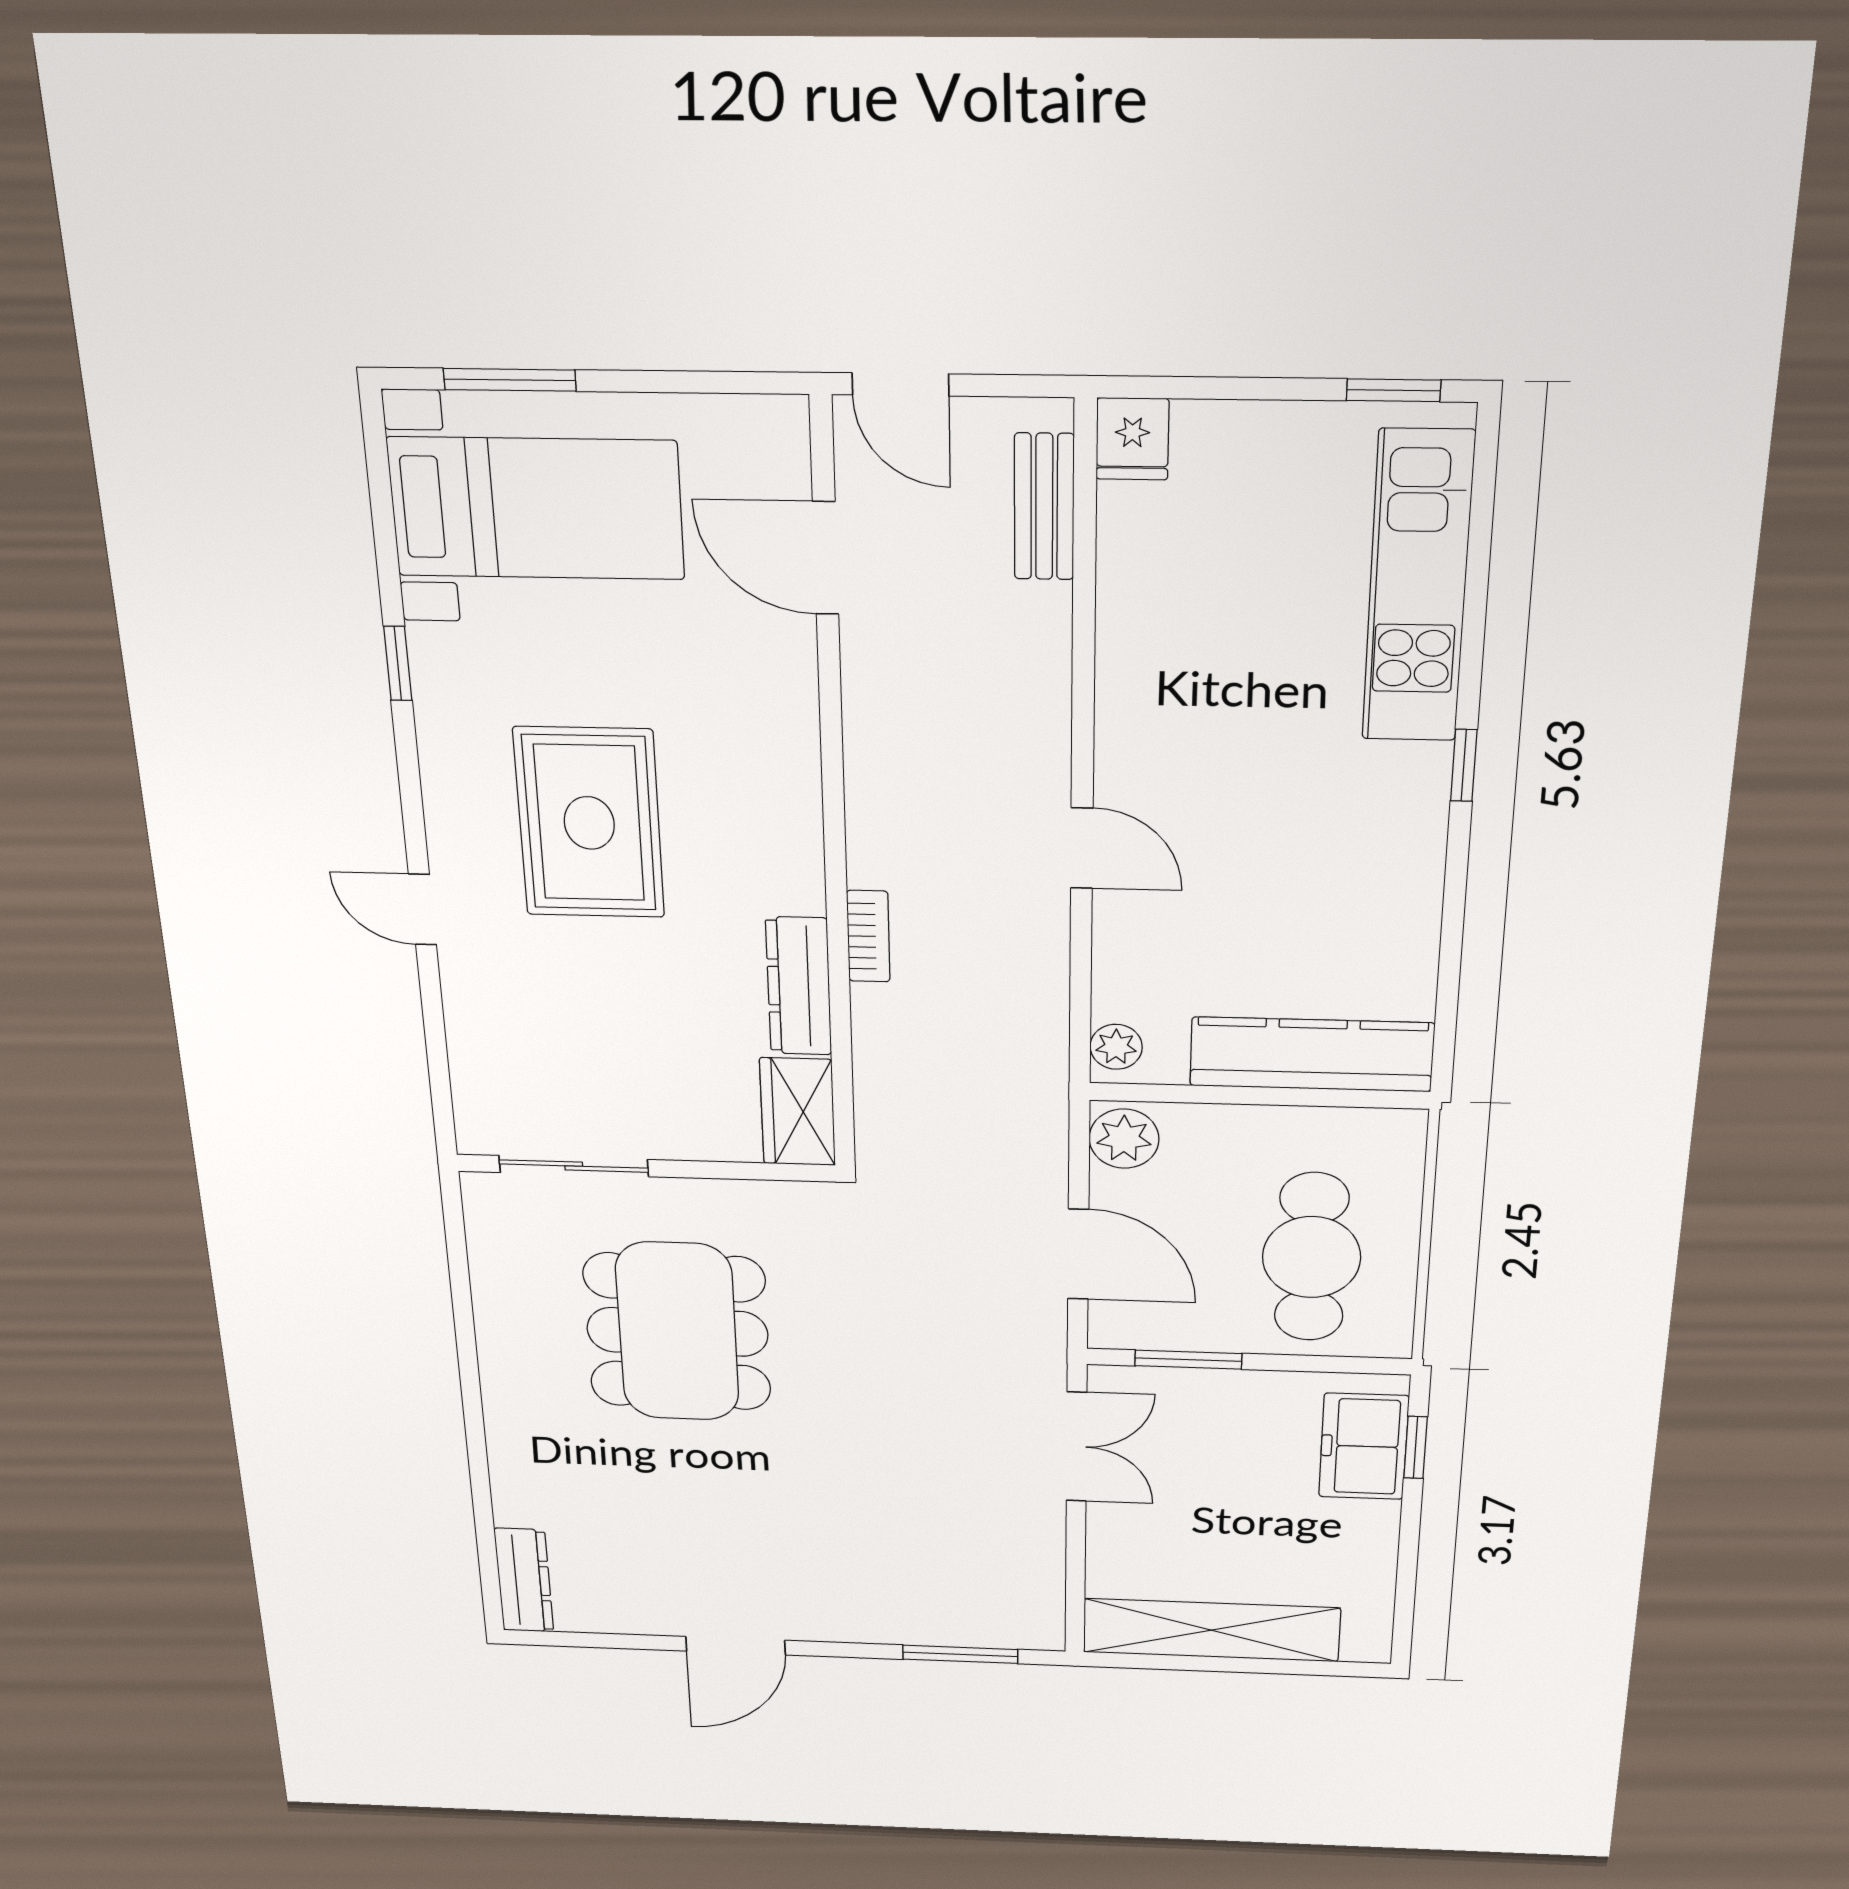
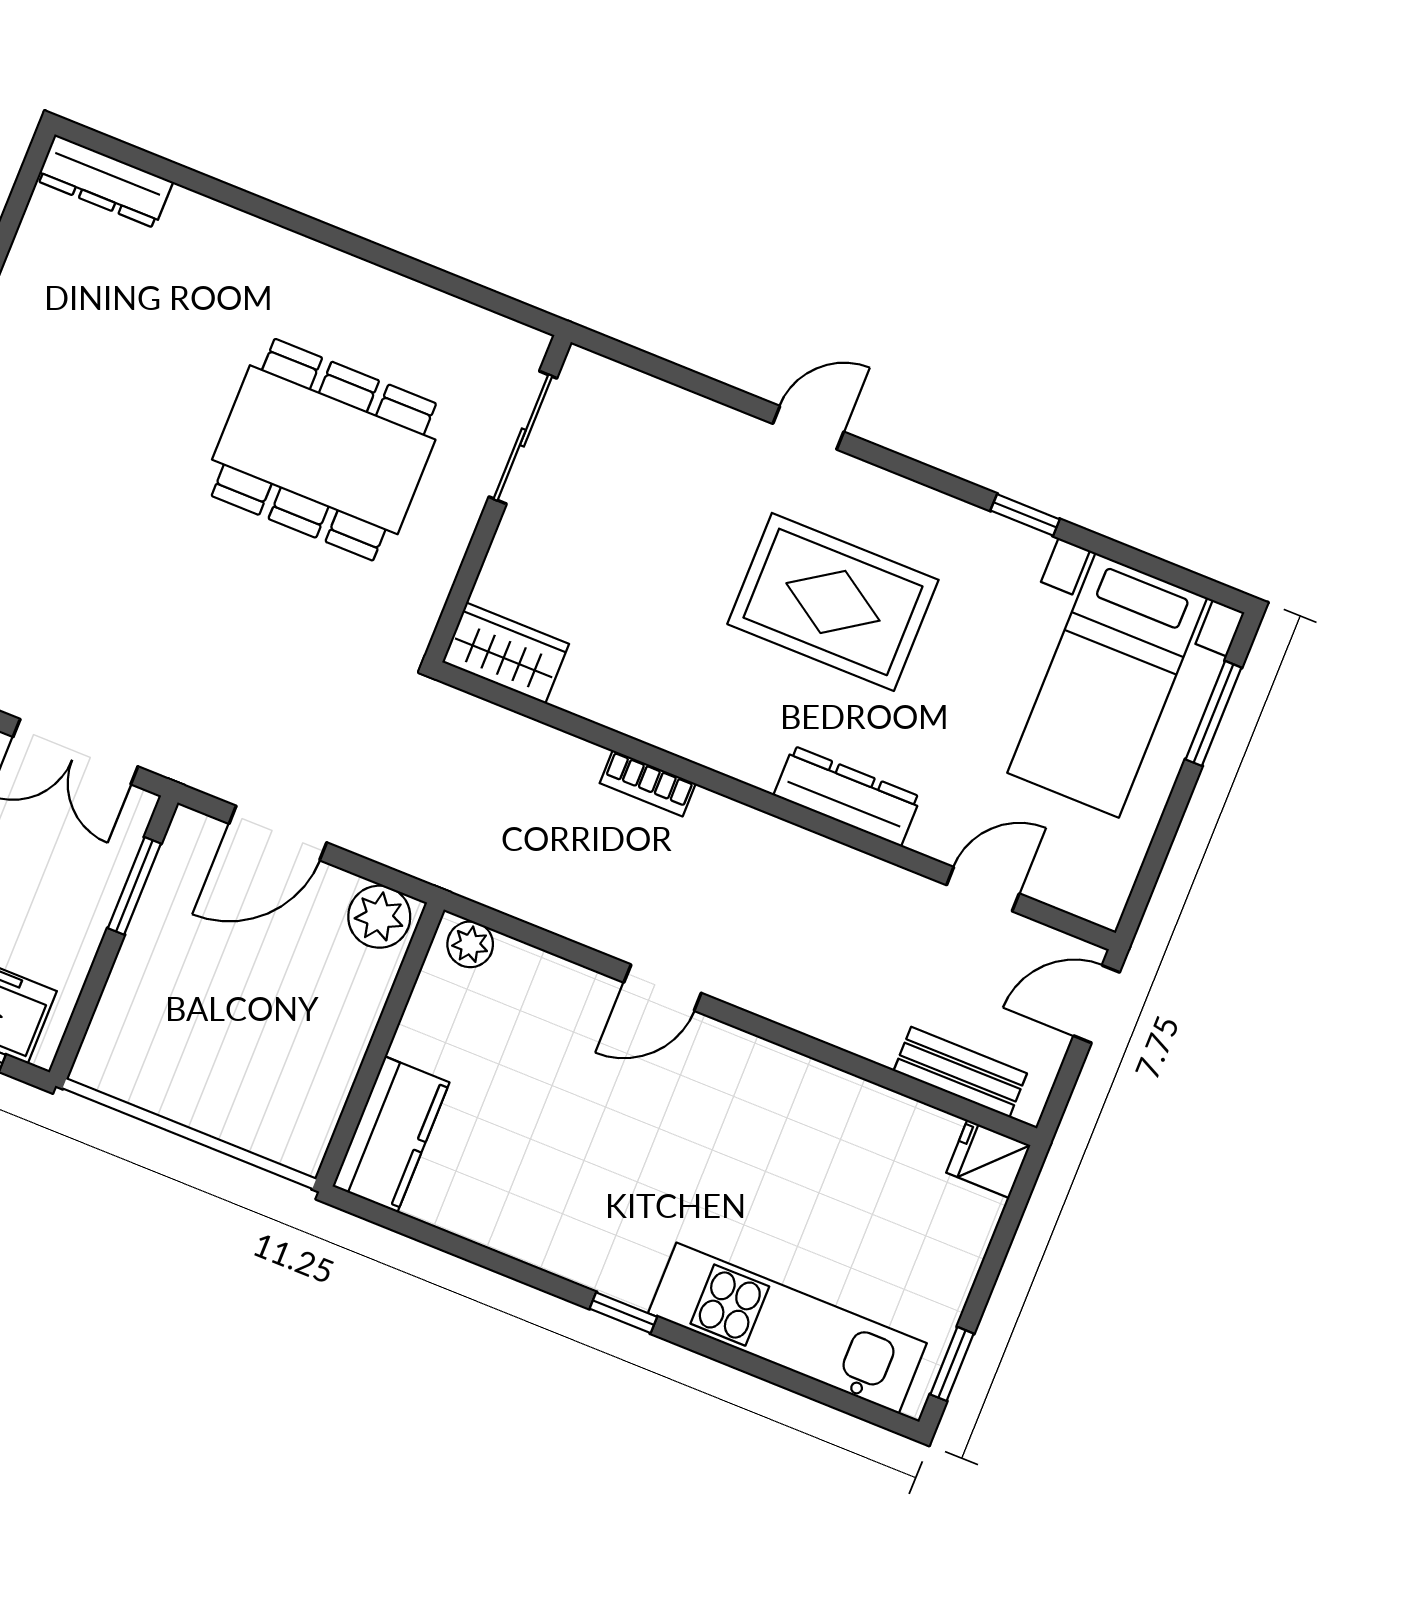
door: (826, 558) -> (983, 889), width x0.73
dresser: (799, 986) -> (847, 796), moved
kitchen counter: (1312, 1054) -> (391, 1134), width x0.67
cafe table: (1312, 1257) -> (203, 1030), removed

